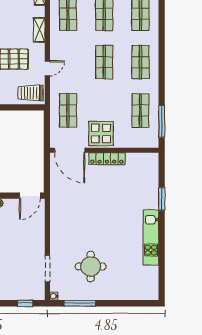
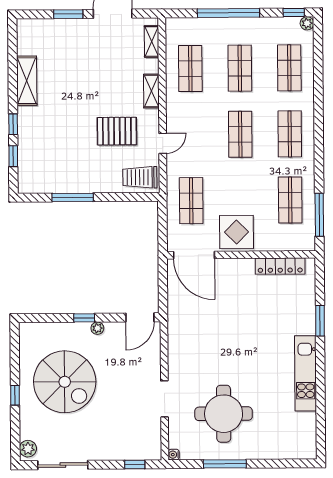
locker: (107, 159) -> (280, 266), moved
round table: (91, 266) -> (224, 414), width x1.36, depth x1.36
doorway: (47, 269) -> (164, 399), moved
window: (80, 303) -> (225, 464), moved

